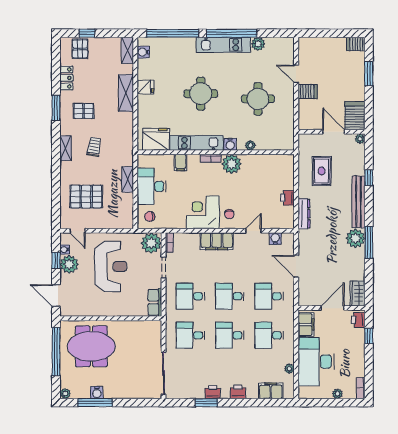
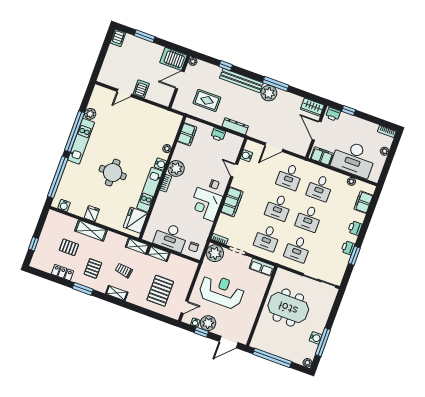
pallet: (80, 49) -> (69, 247), moved
shelving: (127, 50) -> (137, 246), moved
round table: (258, 99) -> (133, 130), removed
filing cabinet: (181, 162) -> (187, 134), moved, width x2.00
meeting table: (91, 346) -> (288, 308), moved, turned 90

